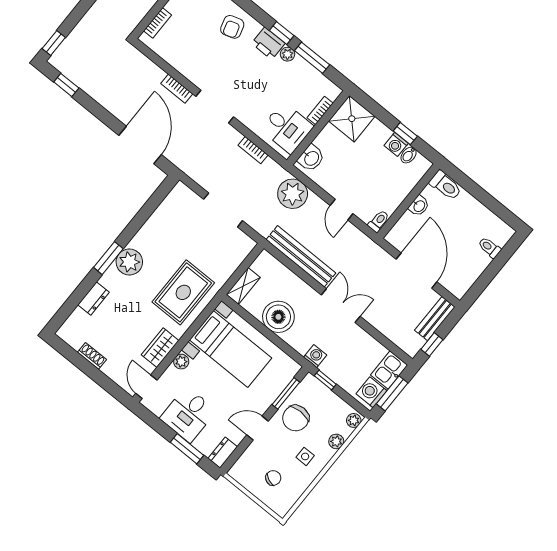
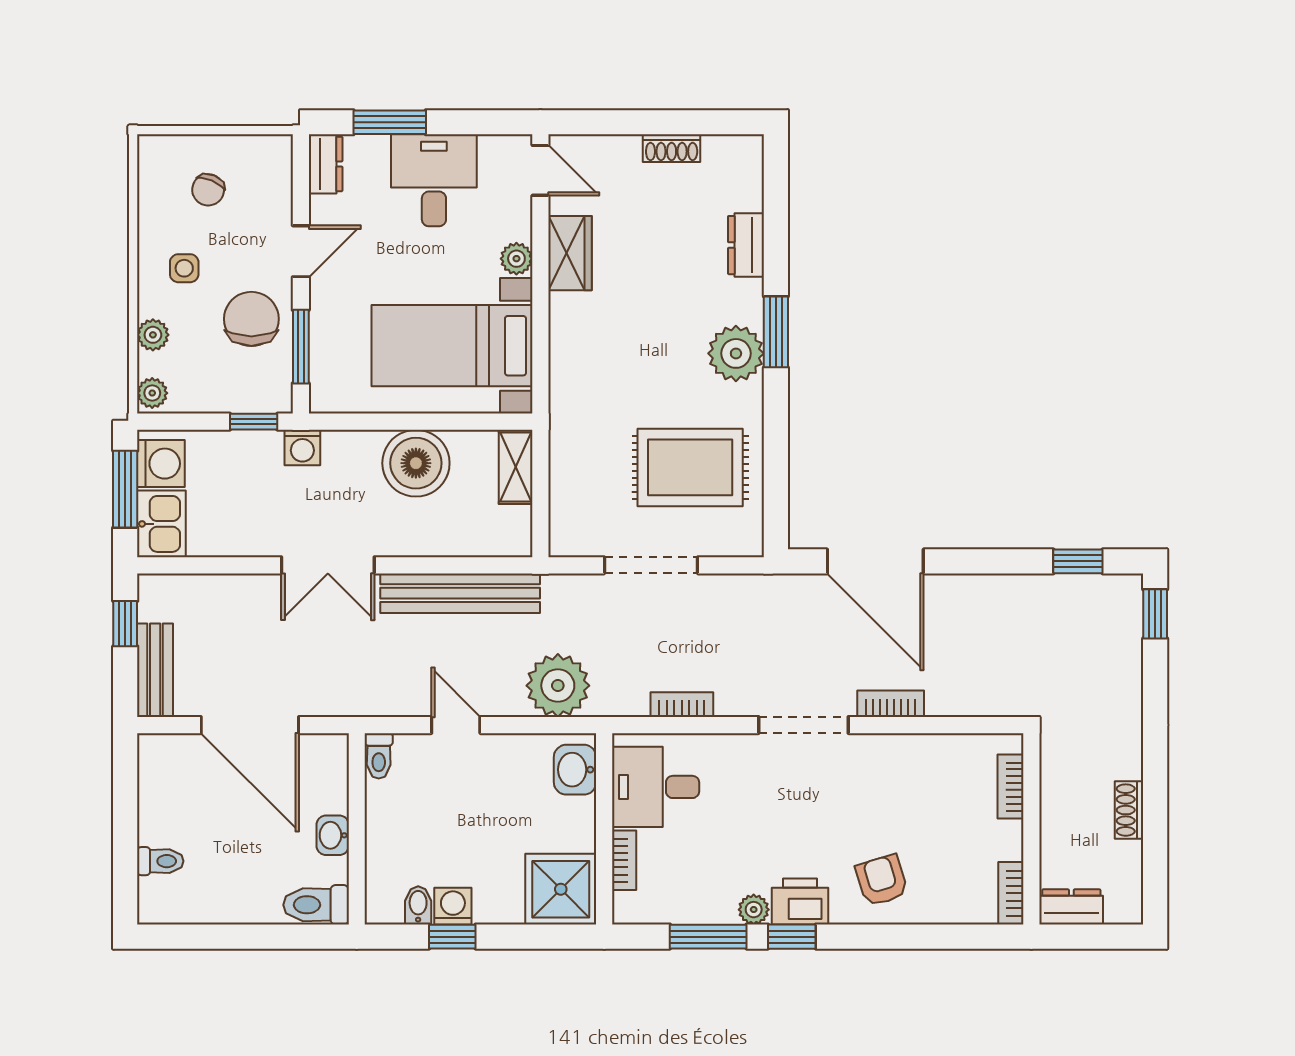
rug: (183, 292) -> (690, 467), moved, turned 90

